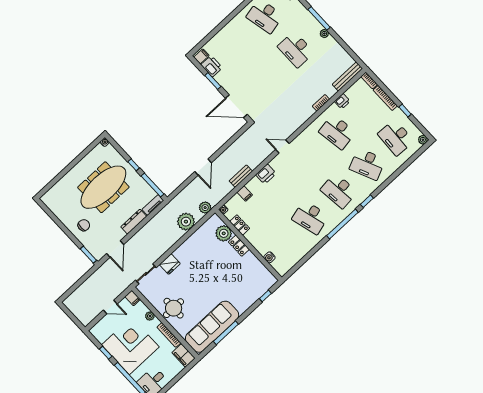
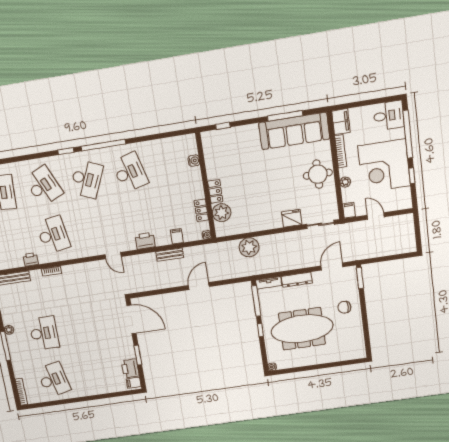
desk: (339, 191) -> (87, 179), turned 30
plant: (205, 208) -> (222, 248), removed

